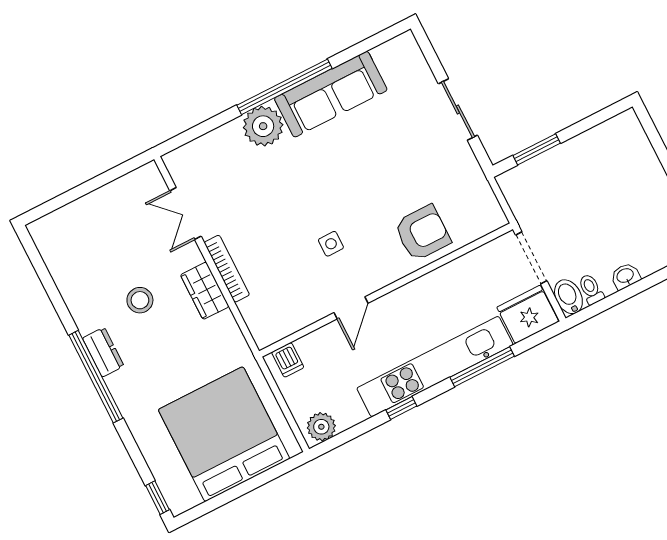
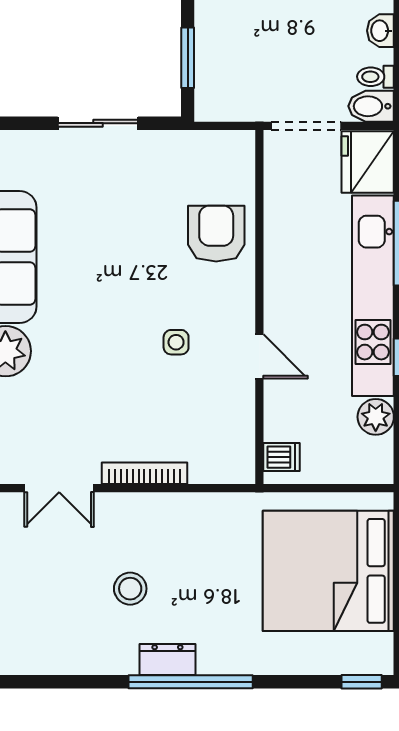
wardrobe: (205, 291) -> (157, 511), removed
plant: (321, 427) -> (376, 417), moved

